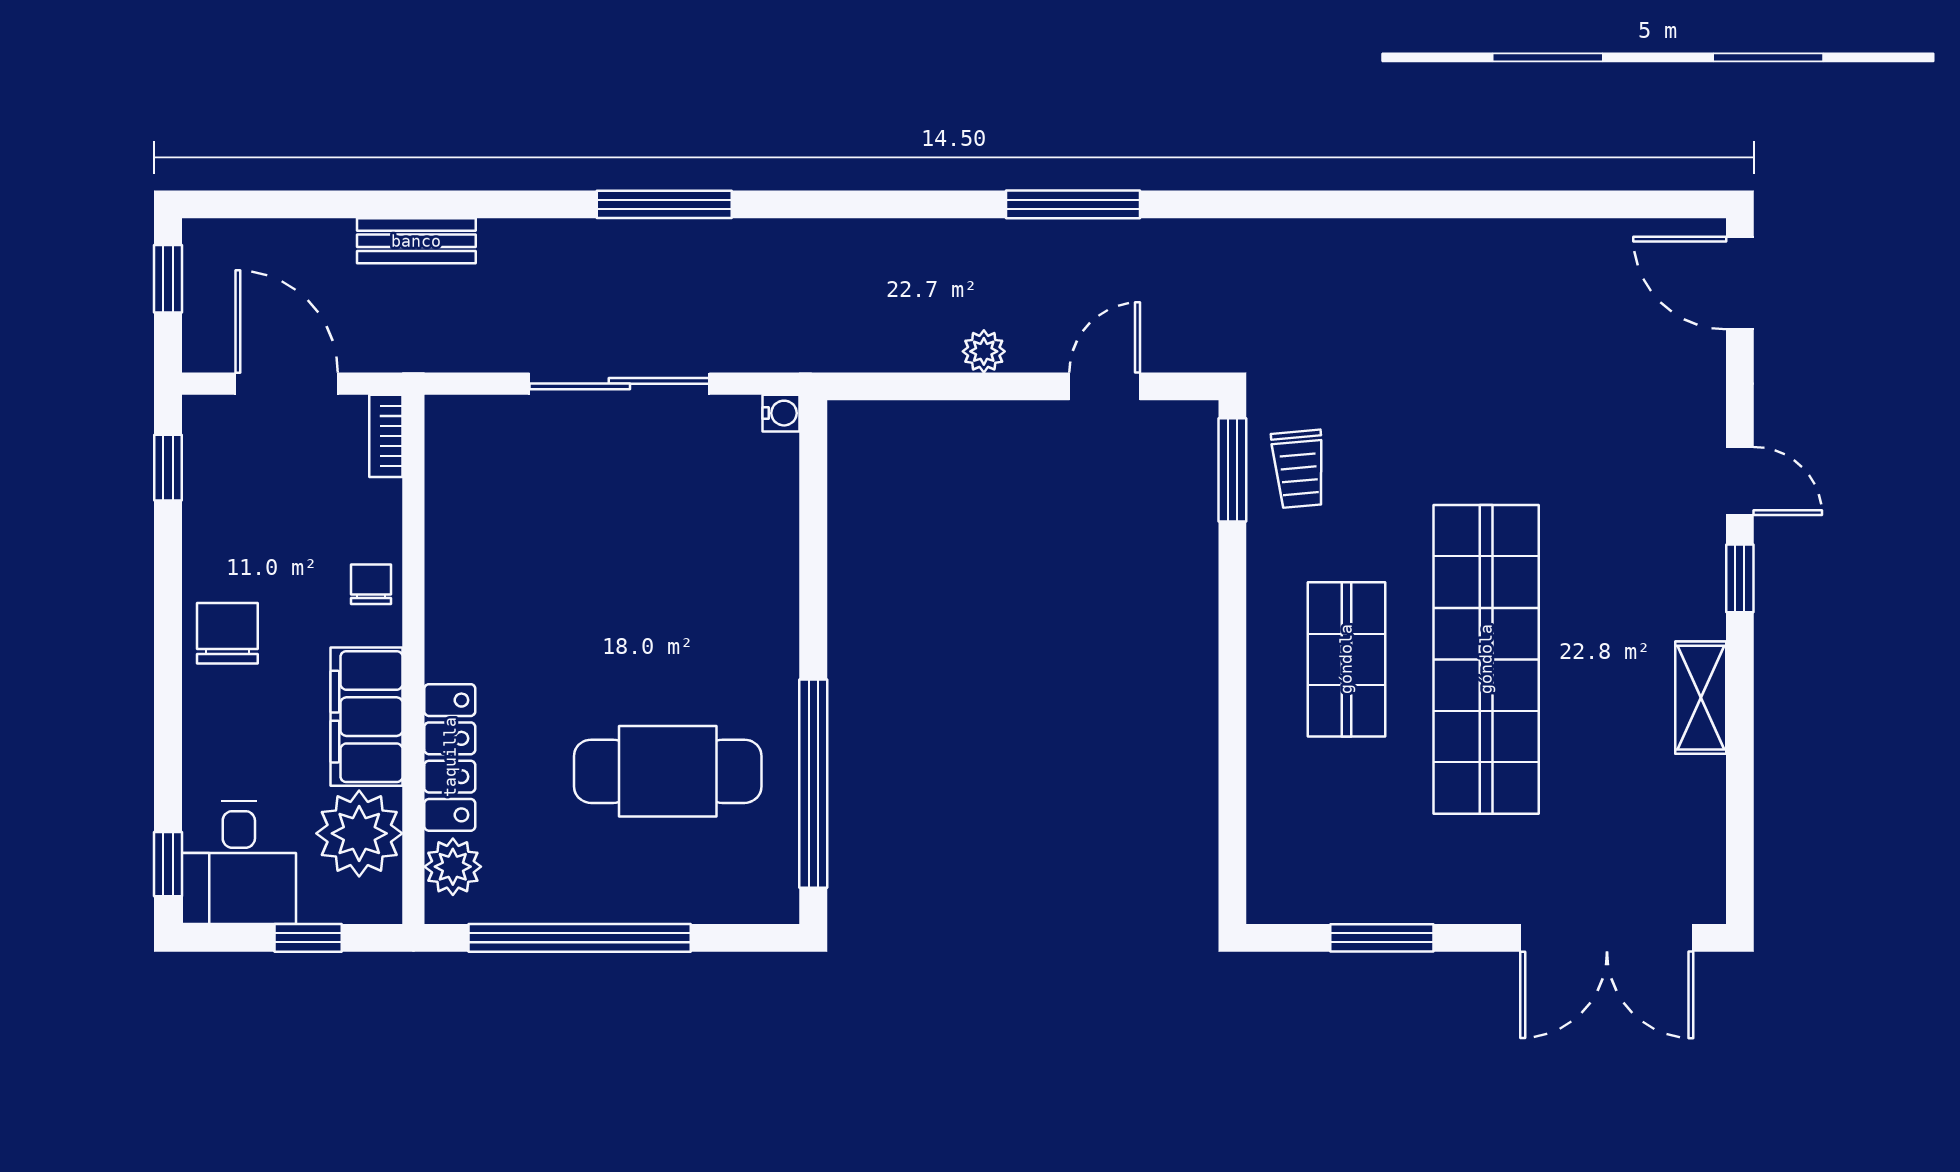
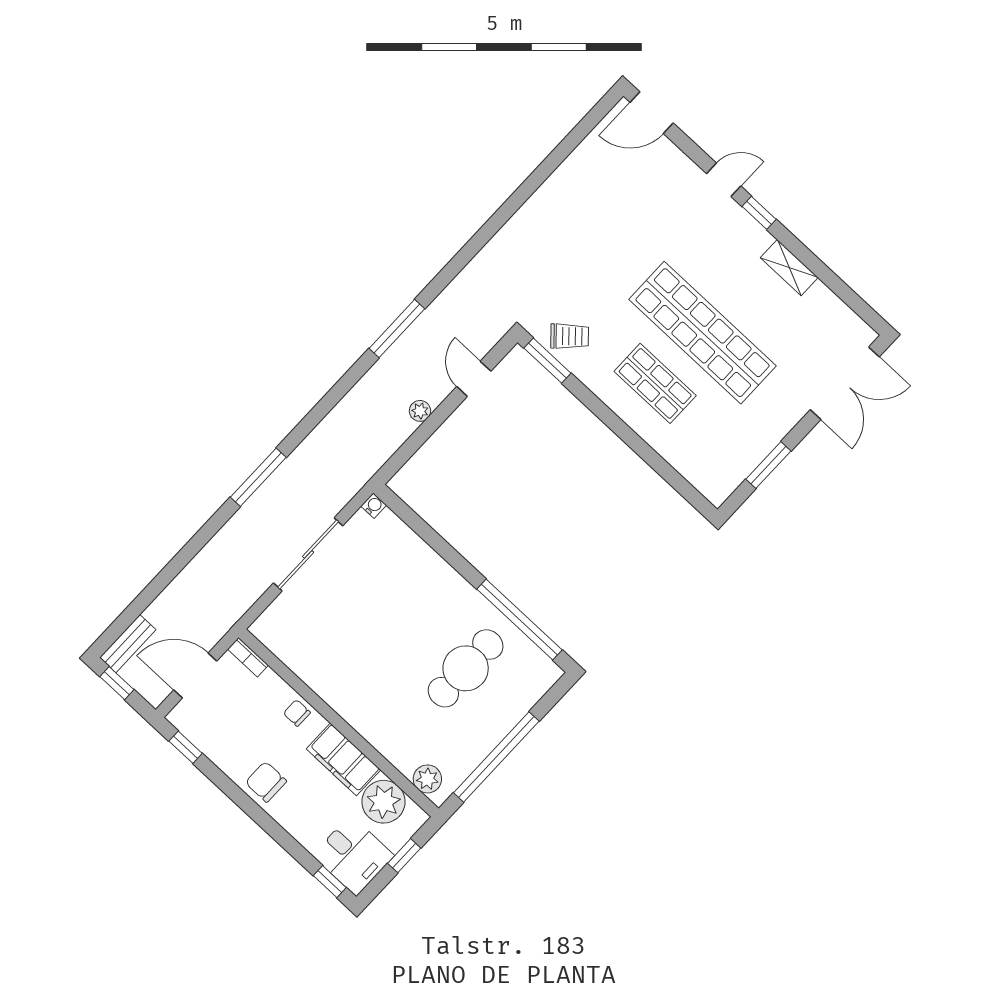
bench: (416, 241) -> (128, 644), moved
trolley: (1299, 469) -> (570, 336), turned -37
locker: (450, 757) -> (387, 743), removed

